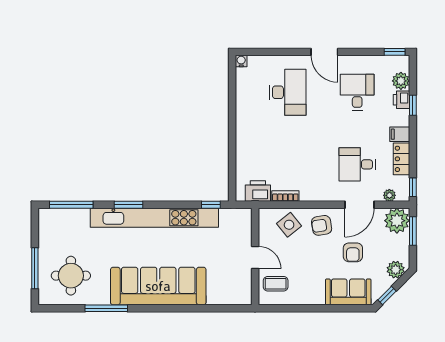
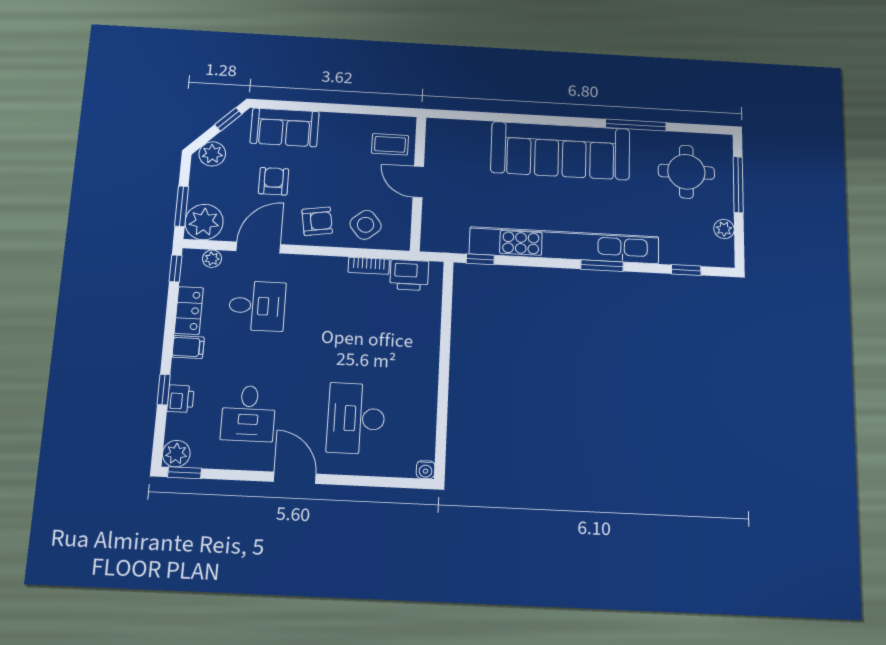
plant: (401, 81) -> (176, 454), moved
window: (71, 205) -> (686, 270), width x0.46
plant: (45, 235) -> (724, 229), added

